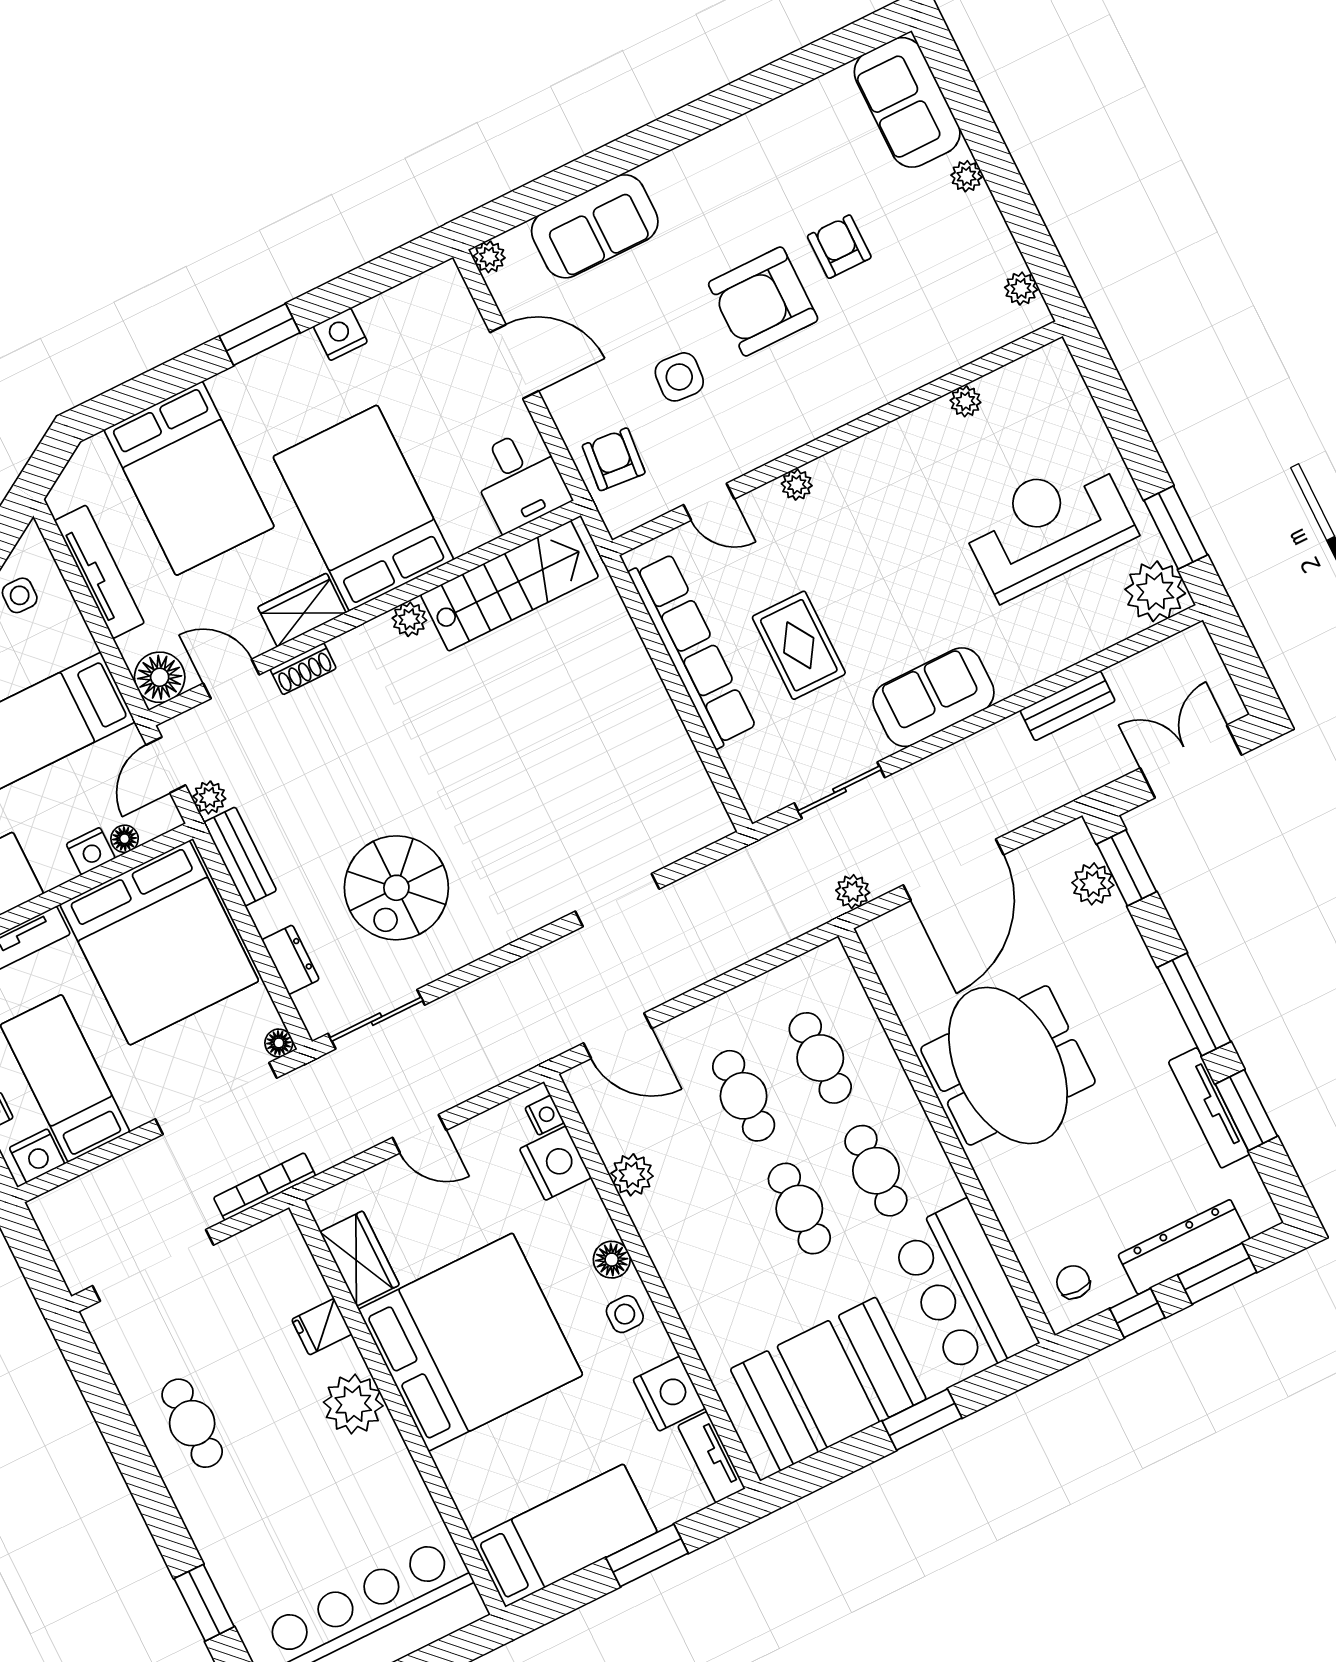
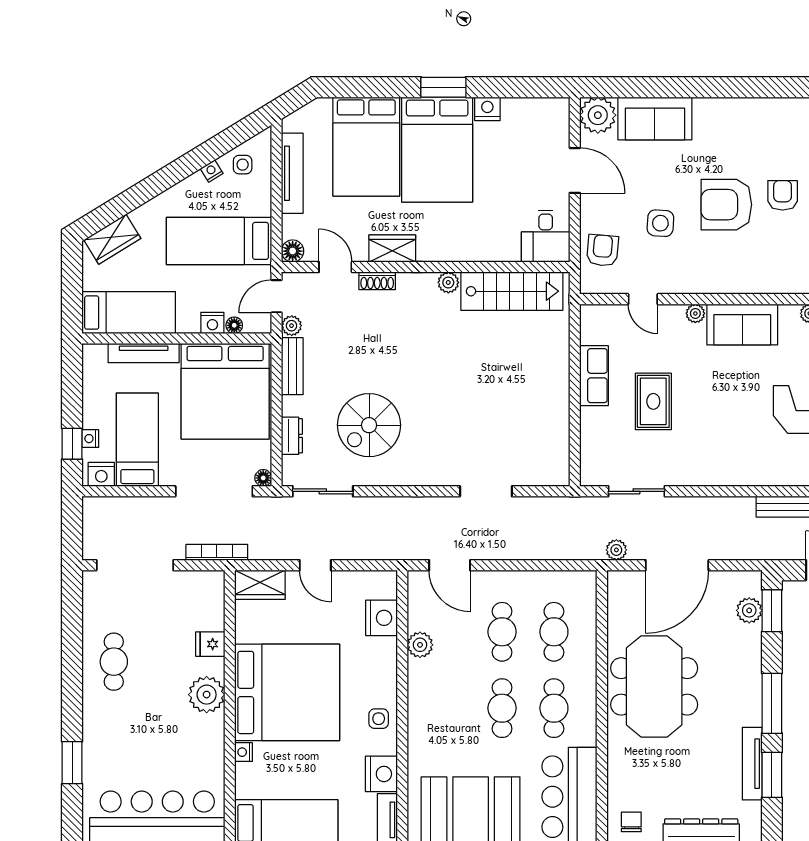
plant: (489, 257) -> (598, 115), width x1.88, depth x1.88
bed: (363, 508) -> (437, 150), moved, turned 180
row of seats: (692, 650) -> (594, 376), width x0.50
floor lamp: (160, 677) -> (293, 251), width x0.73, depth x0.73
sofa: (934, 697) -> (742, 324), moved, turned 180
nightstand: (545, 1115) -> (244, 752), moved, turned 180
wardrobe: (360, 1258) -> (260, 585), moved, turned 90
floor lamp: (612, 1260) -> (386, 685), removed

